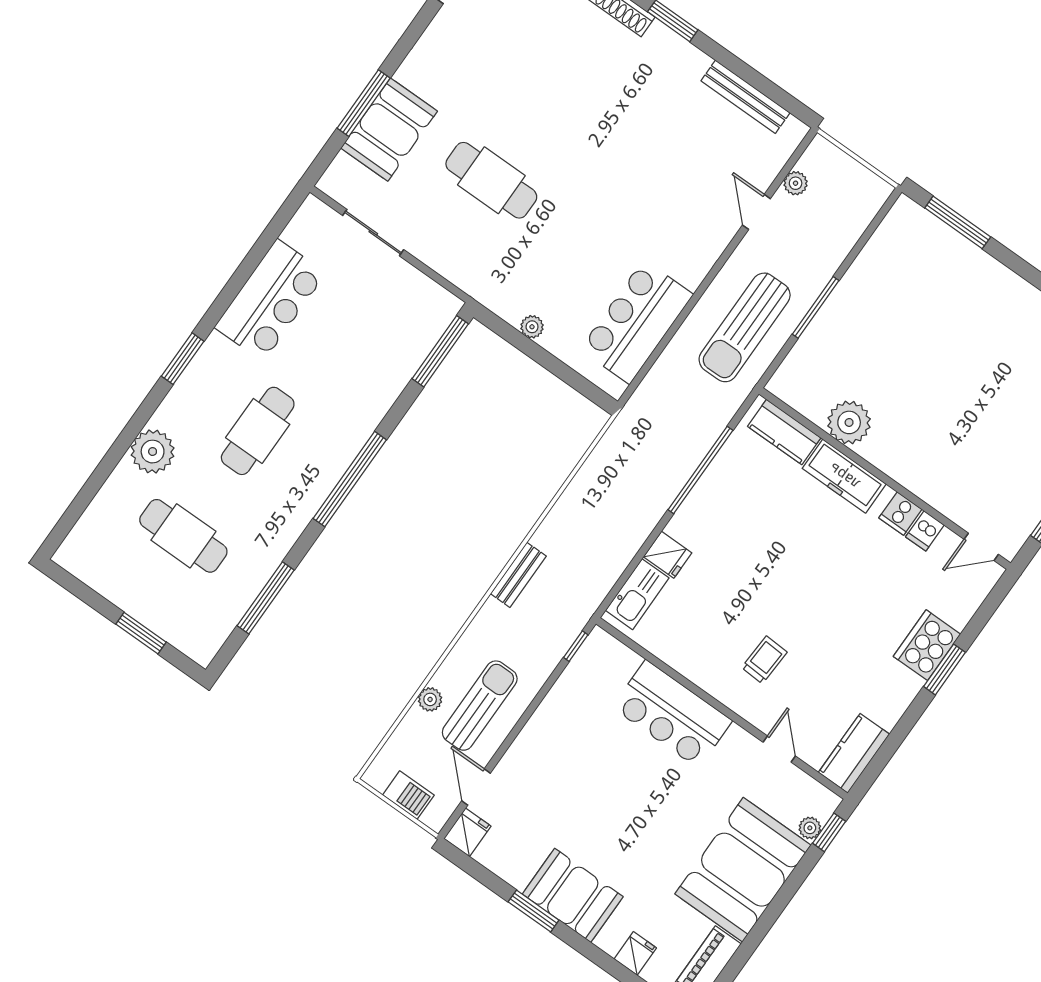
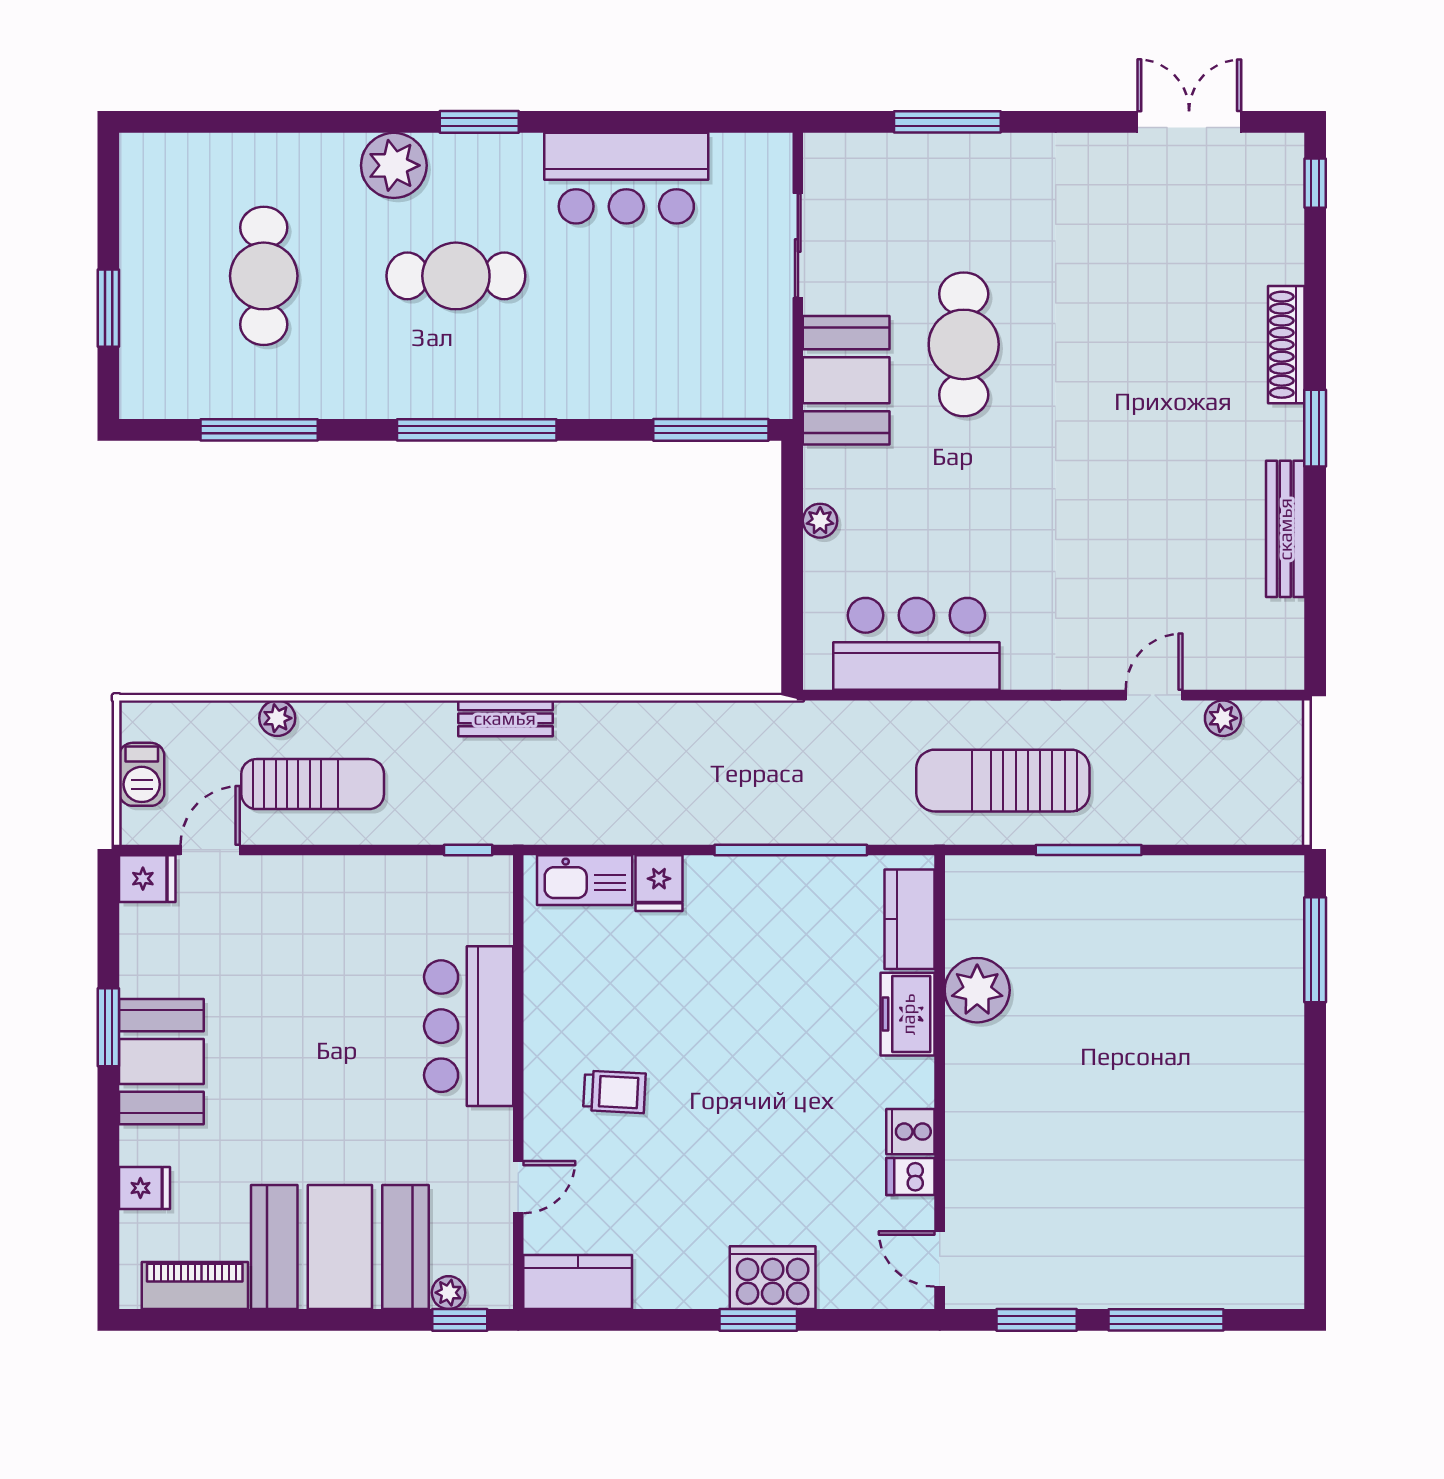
bench: (745, 97) -> (1285, 529), moved
booth: (389, 130) -> (846, 380), moved, turned 90
plant: (153, 452) -> (394, 165), moved
freezer: (844, 476) -> (908, 1014), width x0.71

